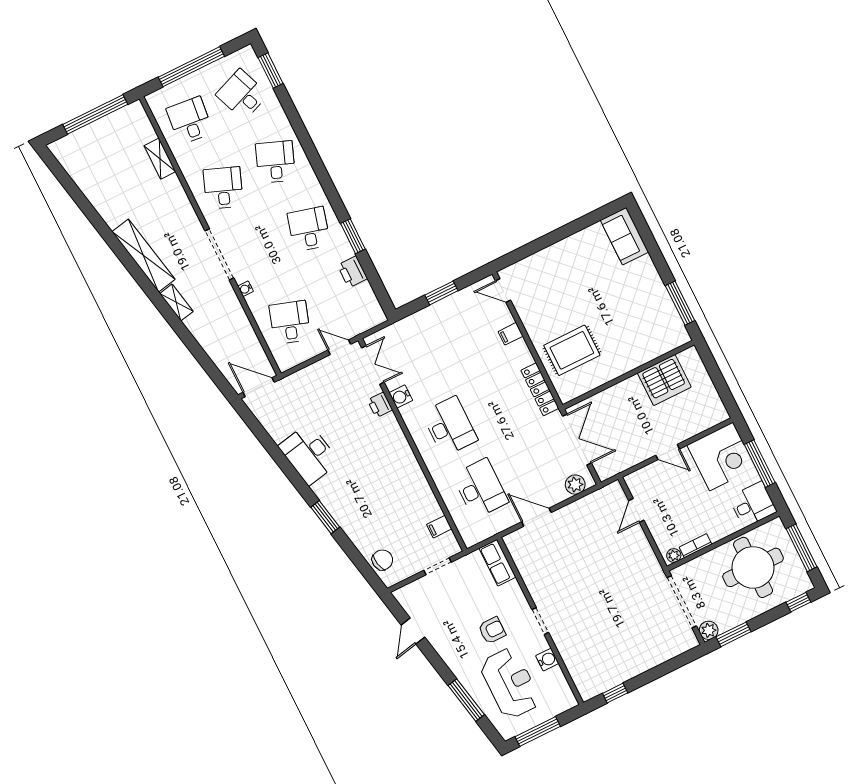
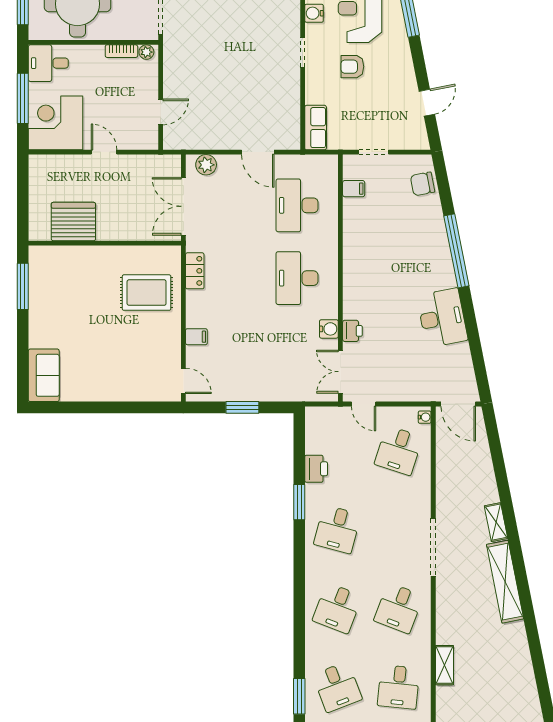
water cooler: (246, 289) -> (425, 417), moved
locker: (540, 389) -> (195, 271), width x0.66
window: (325, 517) -> (456, 251), width x2.11

